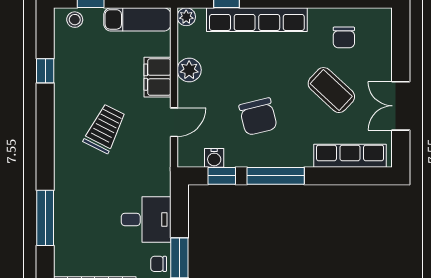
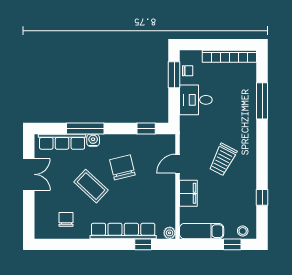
plant: (189, 70) -> (168, 198), removed
coffee table: (331, 90) -> (91, 186), moved
water cooler: (214, 158) -> (93, 140), moved
window: (276, 176) -> (85, 128), moved

